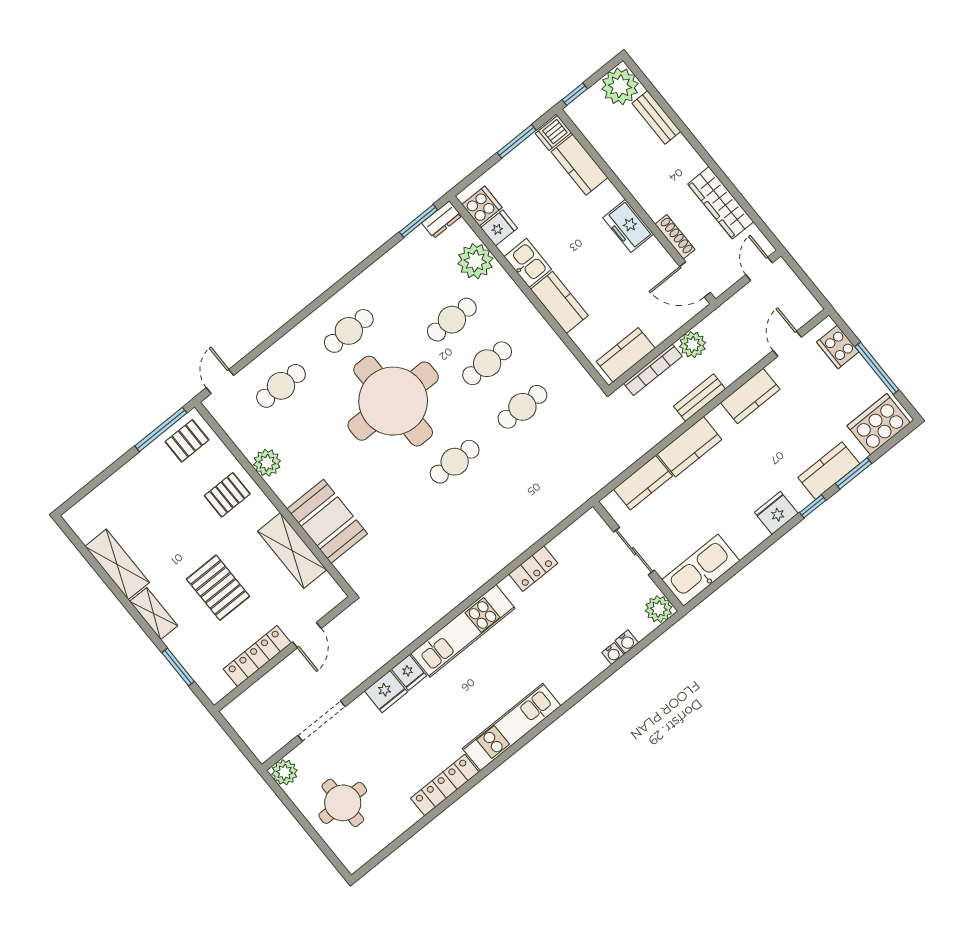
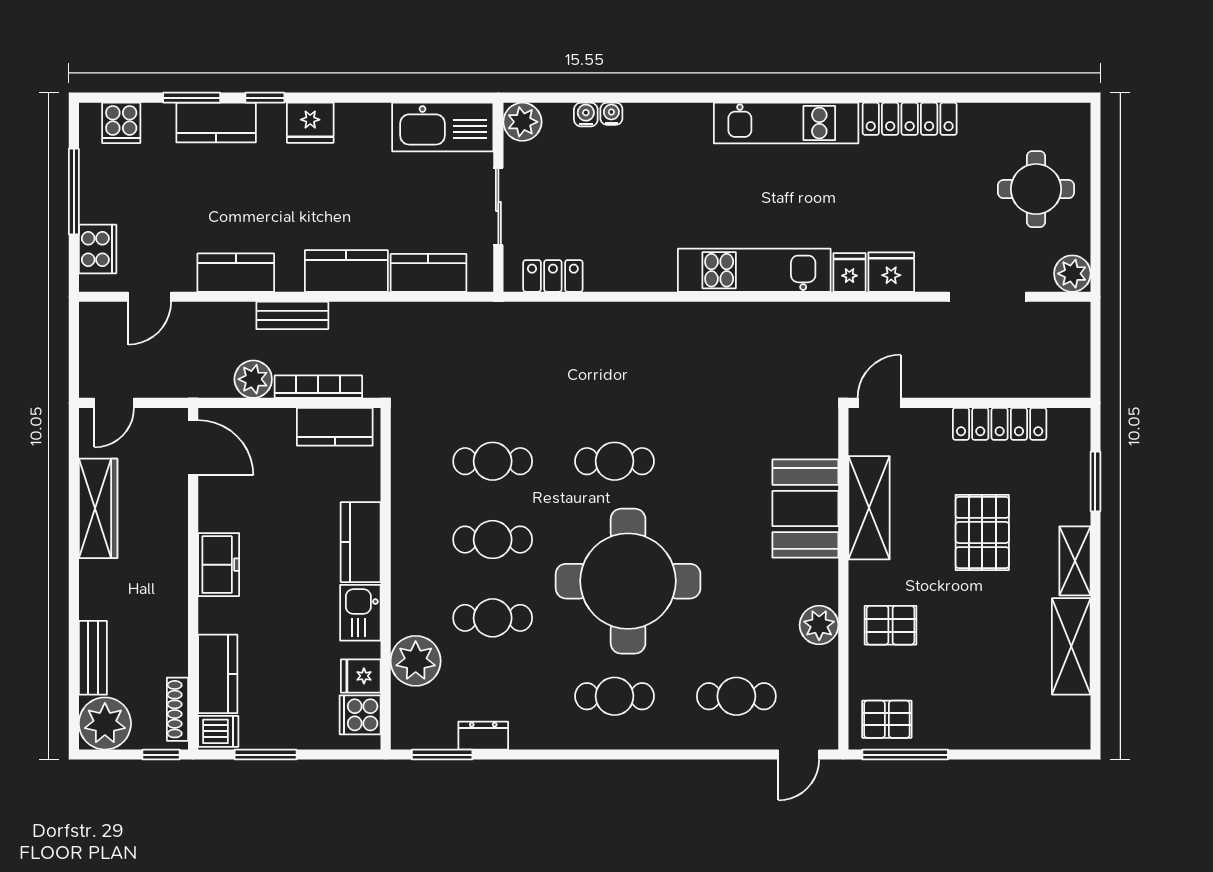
dresser: (442, 220) -> (483, 736), moved
shoe rack: (675, 237) -> (177, 709), moved
cooker: (879, 424) -> (121, 123), width x0.53, depth x0.76
locker: (533, 569) -> (553, 276), moved
door: (307, 635) -> (879, 403), moved

